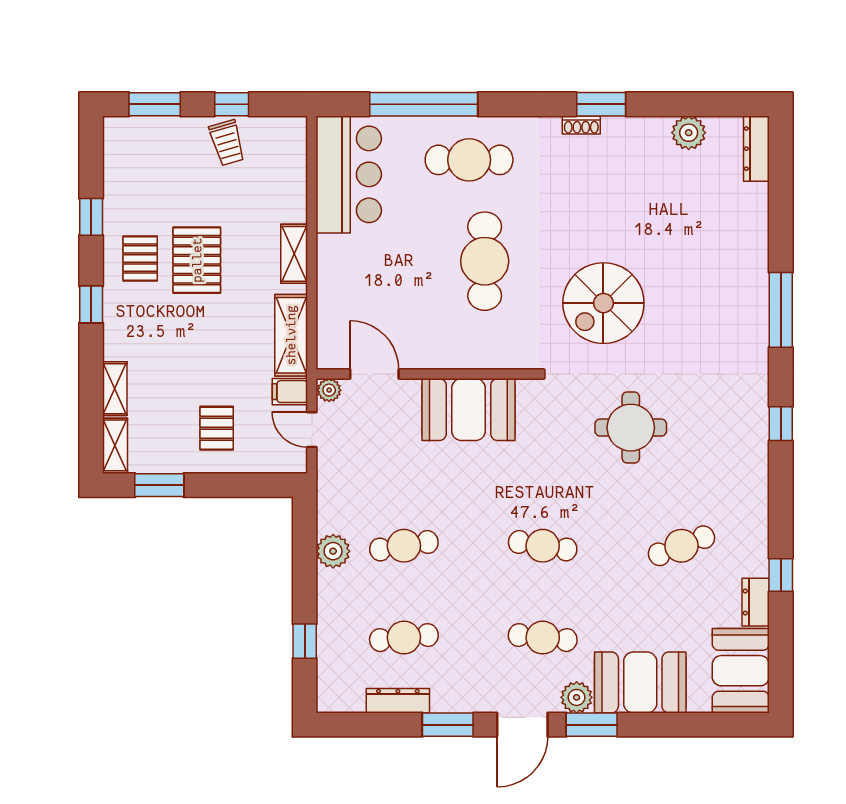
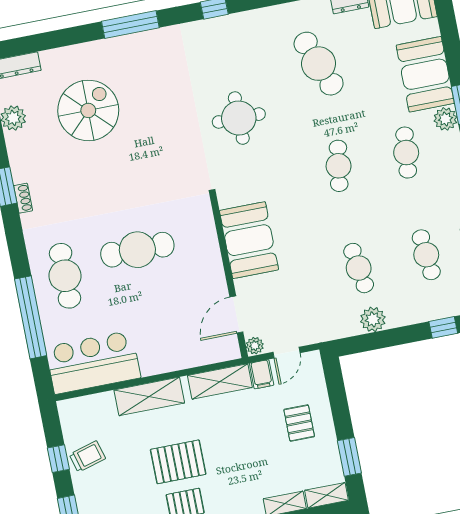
shelving: (294, 254) -> (149, 396), width x1.50, depth x1.33
spiral stairs: (603, 303) -> (88, 110), moved, turned -90
pallet: (217, 428) -> (299, 423), turned 90
cafe table: (681, 546) -> (319, 64), width x1.37, depth x1.35

